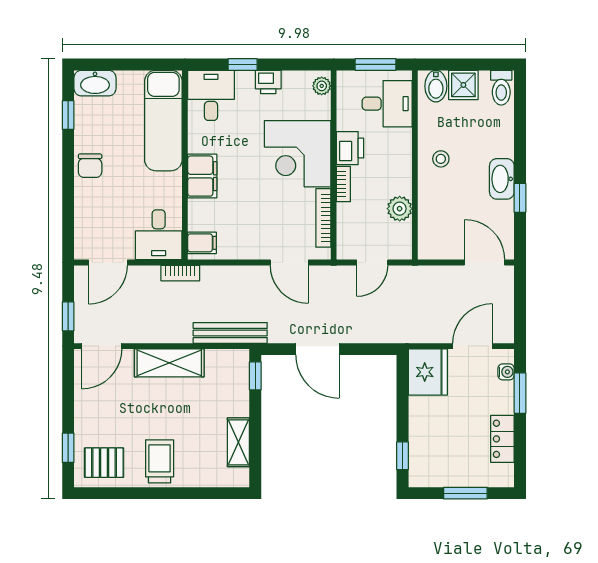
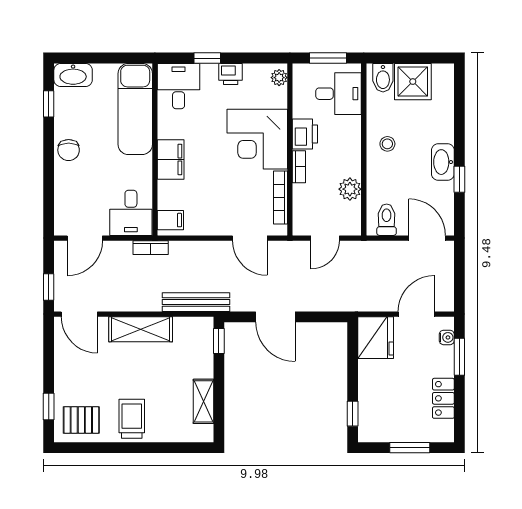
shower: (463, 85) -> (413, 82), width x1.36, depth x1.36
toilet: (501, 88) -> (387, 220), moved, turned 180
door: (102, 346) -> (79, 314), hinge flipped

